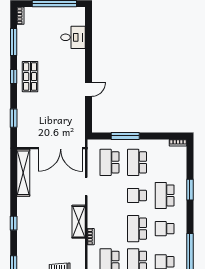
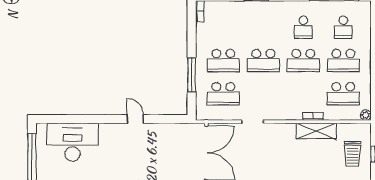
desk: (73, 37) -> (73, 142), width x1.87, depth x1.30
school desk: (137, 195) -> (263, 61), width x1.85
school desk: (165, 195) -> (263, 27), removed
shelving: (79, 222) -> (316, 131), moved

